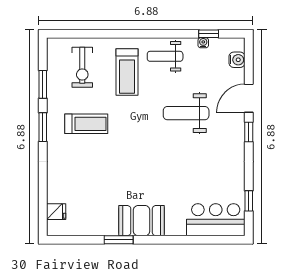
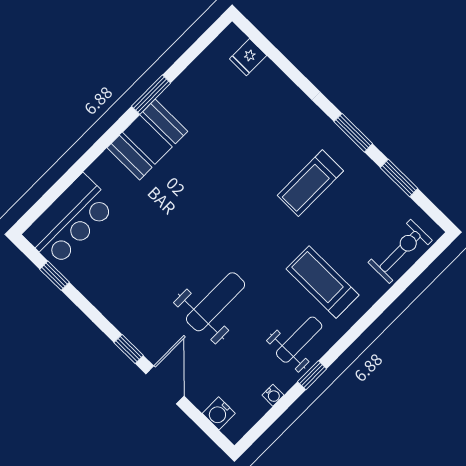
window: (209, 34) -> (312, 375), moved
exercise bike: (82, 67) -> (400, 251), moved, turned 90

